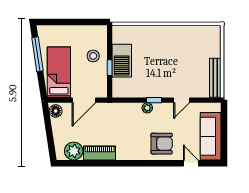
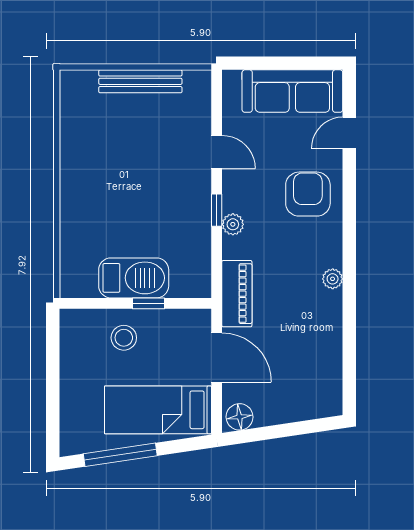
bench: (215, 78) -> (140, 81), moved
plant: (74, 151) -> (333, 279), moved, width x0.53, depth x0.53
piano: (100, 153) -> (237, 294), moved, turned 180

